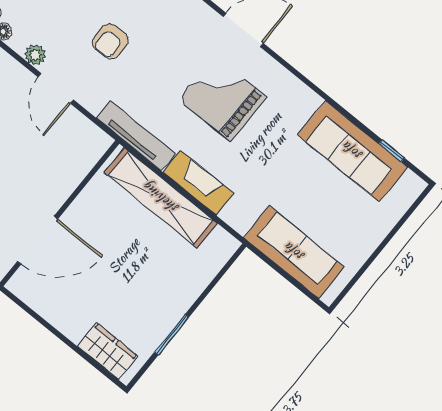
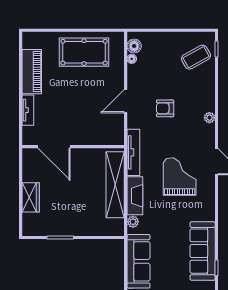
plant: (35, 55) -> (133, 222), moved
wardrobe: (108, 351) -> (31, 197), moved

